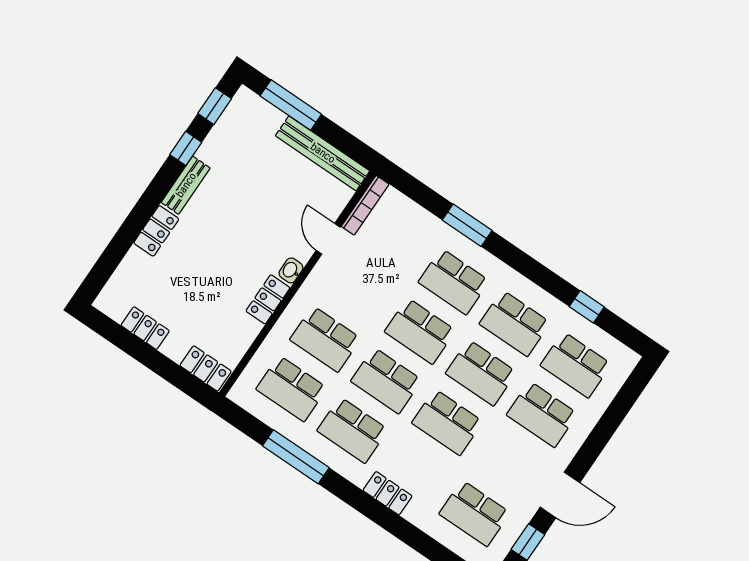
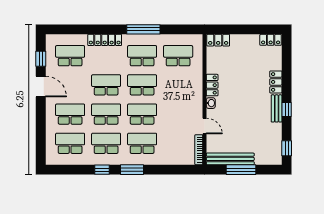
window: (291, 105) -> (241, 170), moved
window: (186, 148) -> (287, 110), moved
window: (467, 225) -> (132, 170), moved
window: (587, 307) -> (102, 170), moved
locker: (145, 328) -> (271, 40), moved
school desk: (325, 339) -> (178, 85), removed
window: (296, 457) -> (143, 29), moved
locker: (388, 493) -> (105, 40), width x1.53
door: (560, 495) -> (41, 87), swing flipped

